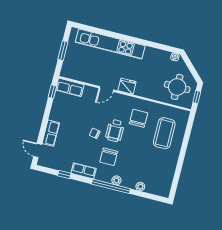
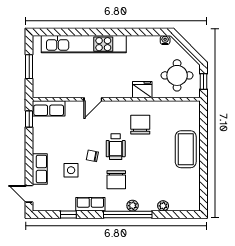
fridge: (127, 86) -> (142, 90), moved
coffee table: (164, 133) -> (186, 149), moved
side table: (75, 140) -> (71, 170), added

